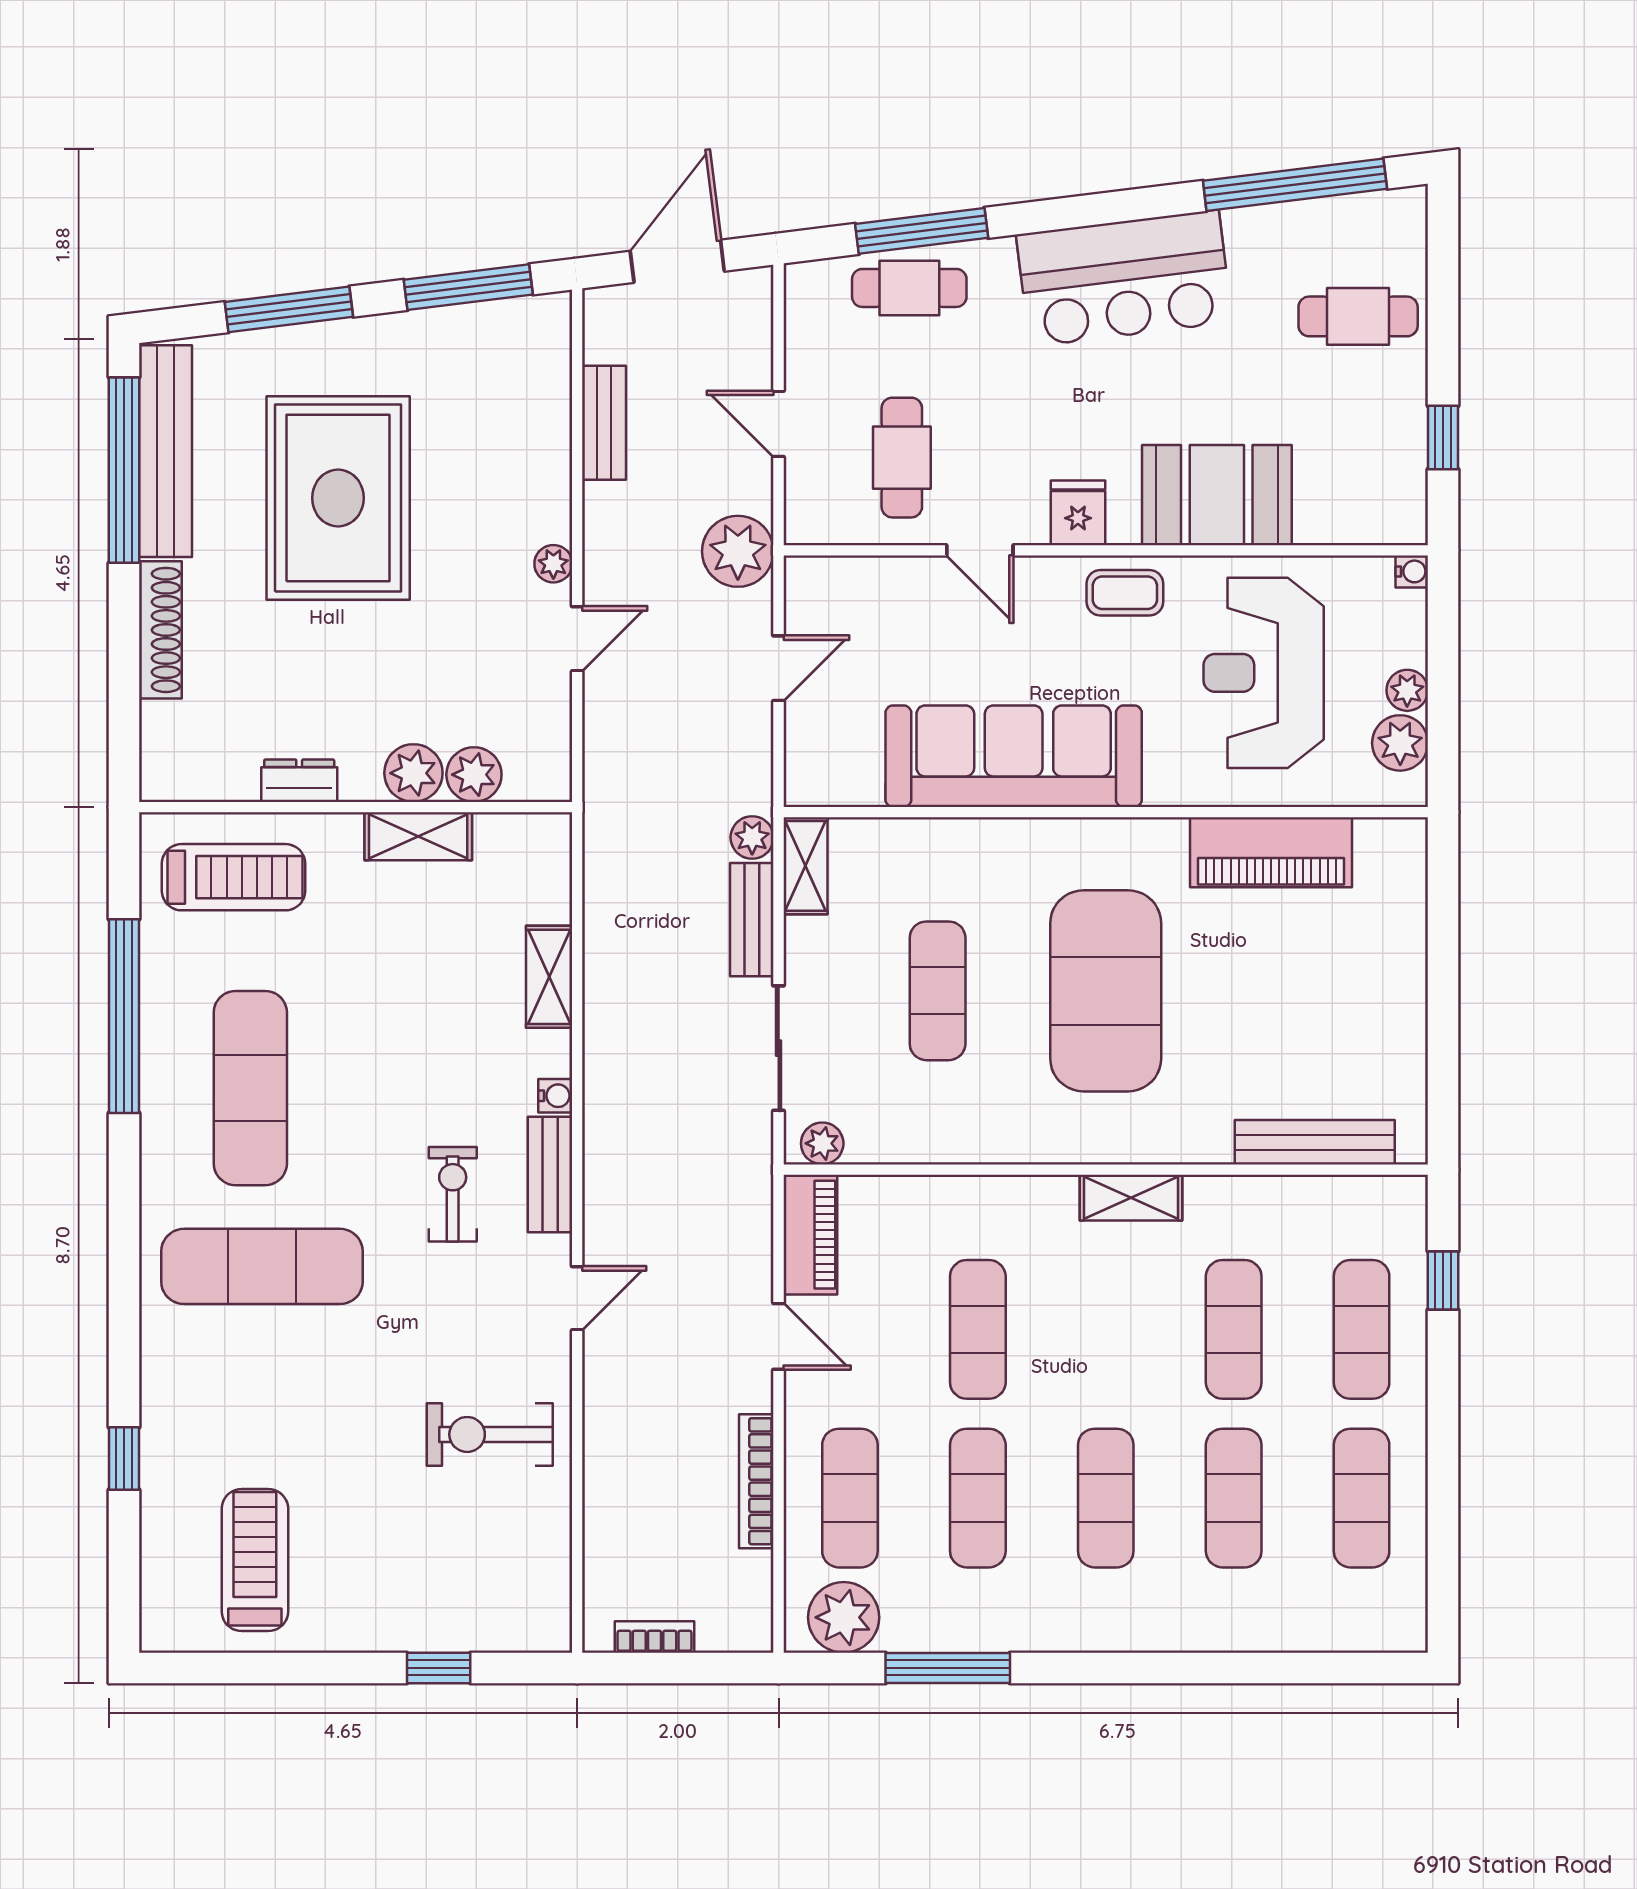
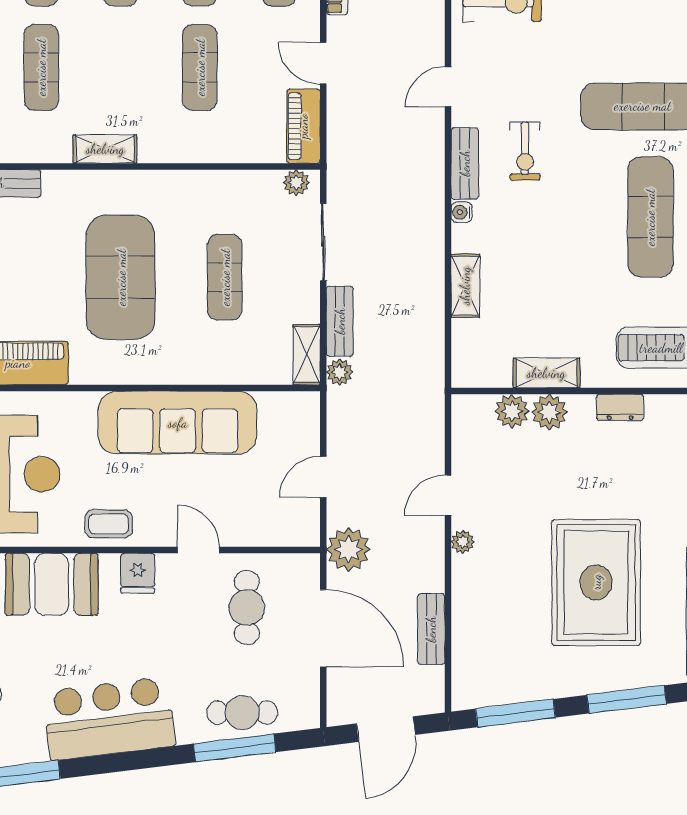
door: (779, 424) -> (323, 628), width x1.87

